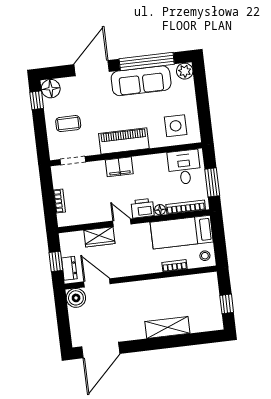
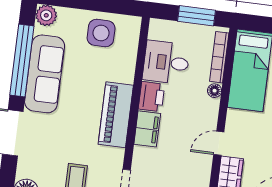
side table: (176, 126) -> (101, 33), moved
desk: (184, 167) -> (166, 62), moved
printer: (143, 208) -> (152, 97), moved, turned 180

